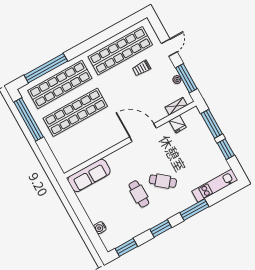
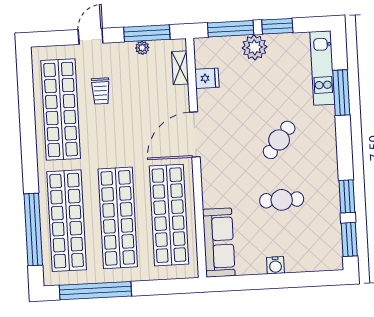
door: (169, 48) -> (91, 36), hinge flipped
shop shelf: (91, 140) -> (169, 215), added
plant: (208, 142) -> (254, 47), added
cafe table: (139, 194) -> (282, 200), moved
window: (194, 210) -> (341, 93), moved
water cooler: (100, 228) -> (275, 265), moved
window: (161, 228) -> (347, 196), moved

